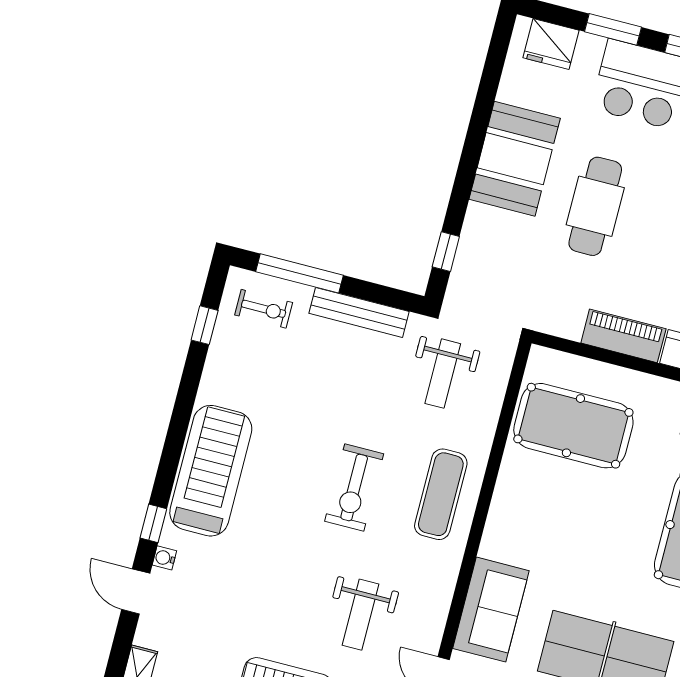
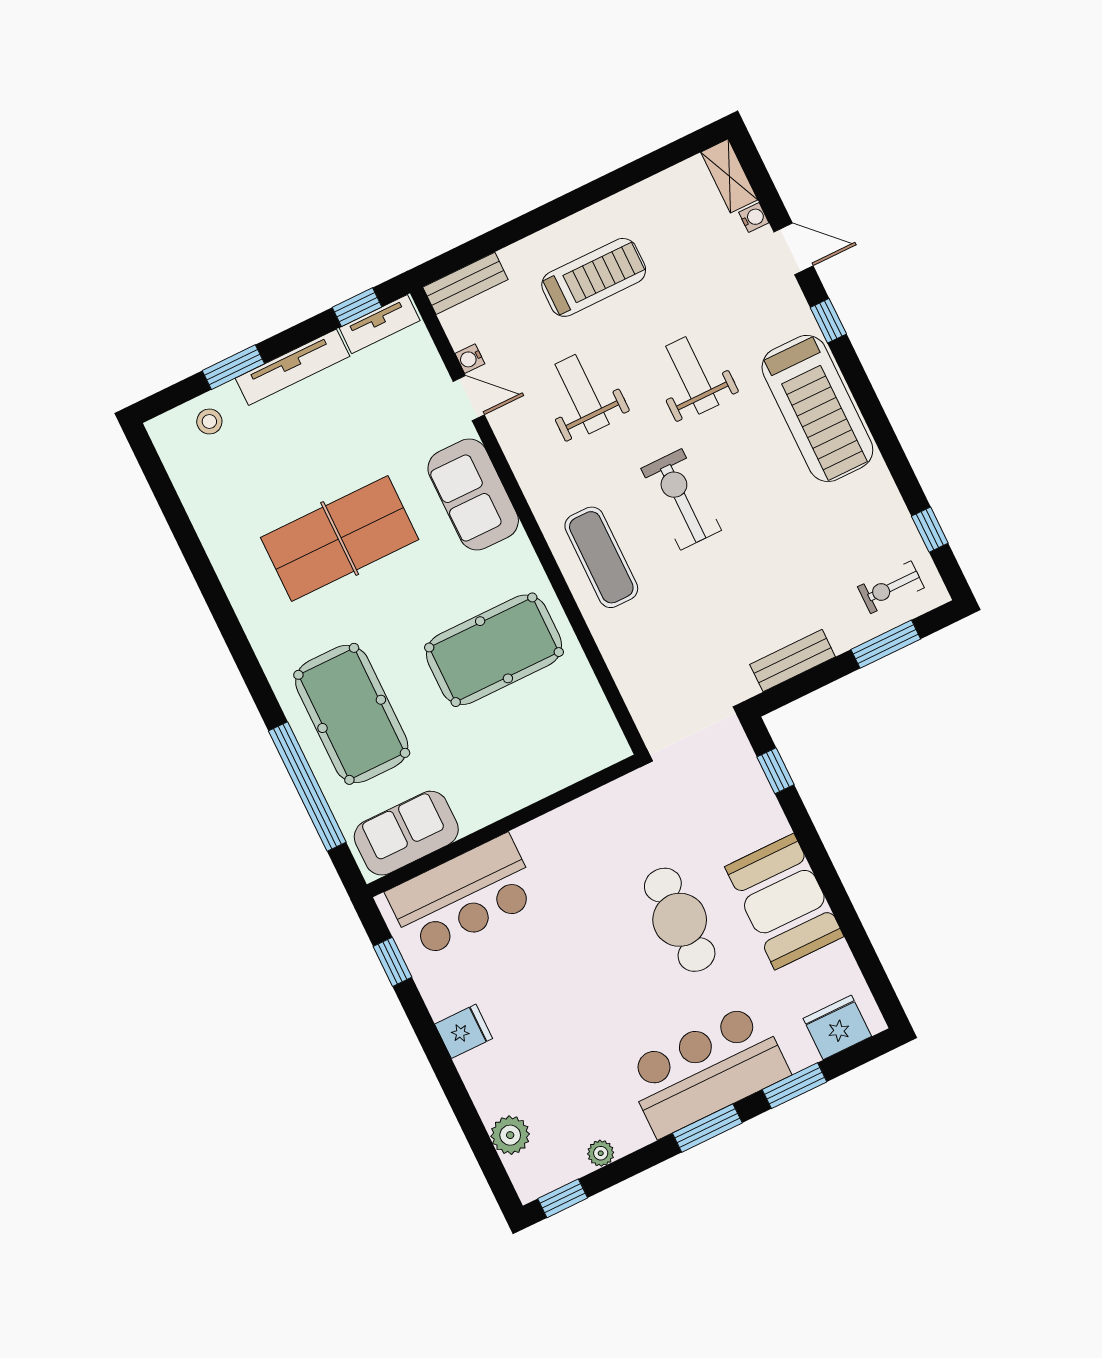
window: (300, 273) -> (886, 644), width x0.69
bench: (359, 312) -> (793, 661), width x0.73
piano: (623, 336) -> (560, 829), removed
weight bench: (443, 374) -> (692, 375), moved
pool table: (573, 426) -> (494, 650), moved
water cooler: (164, 558) -> (754, 218), moved

